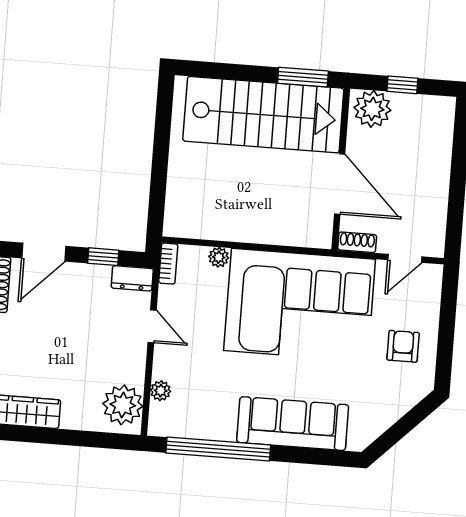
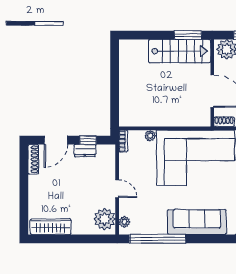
stairs: (263, 115) -> (180, 51), width x0.73, depth x0.66
dresser: (132, 278) -> (85, 150), moved
door: (152, 326) -> (117, 189), moved
plant: (161, 391) -> (124, 222), moved

